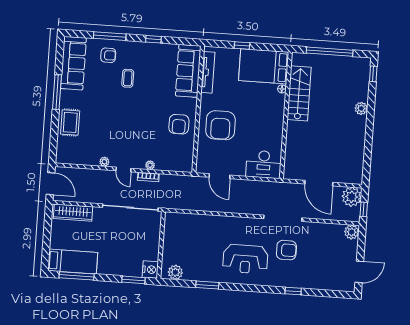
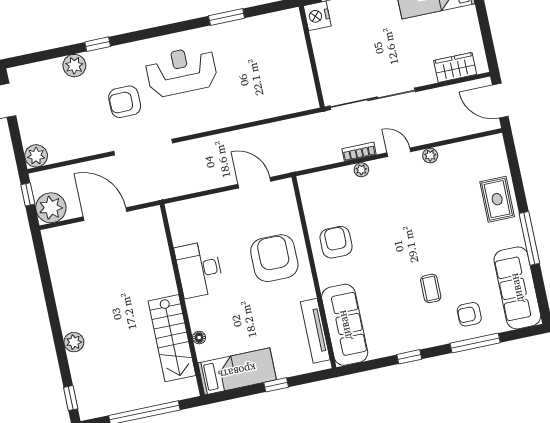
bed: (264, 66) -> (237, 371), width x0.67
desk: (264, 164) -> (199, 269), moved, turned -90
wardrobe: (73, 213) -> (455, 67), width x0.67
plant: (175, 272) -> (74, 66), moved

